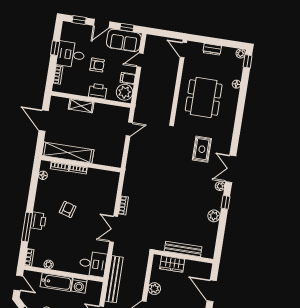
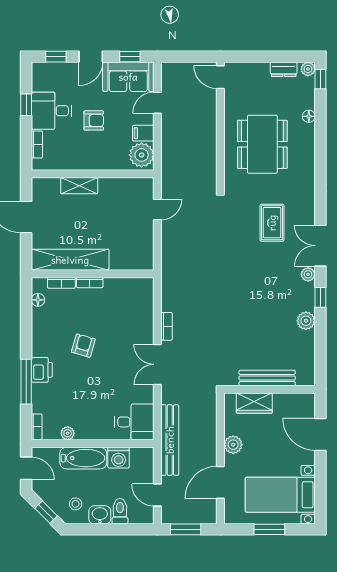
dresser: (212, 49) -> (284, 69), moved
printer: (98, 91) -> (101, 160), removed

